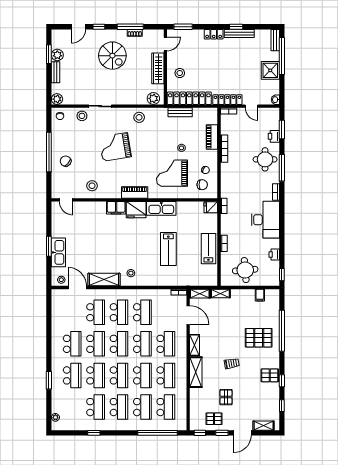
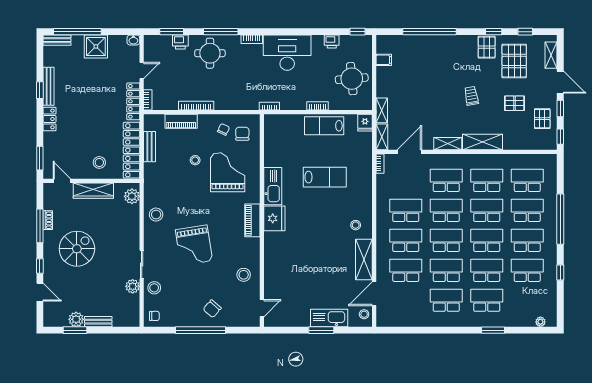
plant: (57, 99) -> (133, 286), moved
bench: (180, 112) -> (149, 147), moved
grand piano: (172, 173) -> (228, 172), turned 180
fridge: (211, 207) -> (365, 123), moved
filing cabinet: (116, 208) -> (272, 244), removed
pallet: (259, 338) -> (514, 61), moved
window: (158, 433) -> (560, 219), moved

